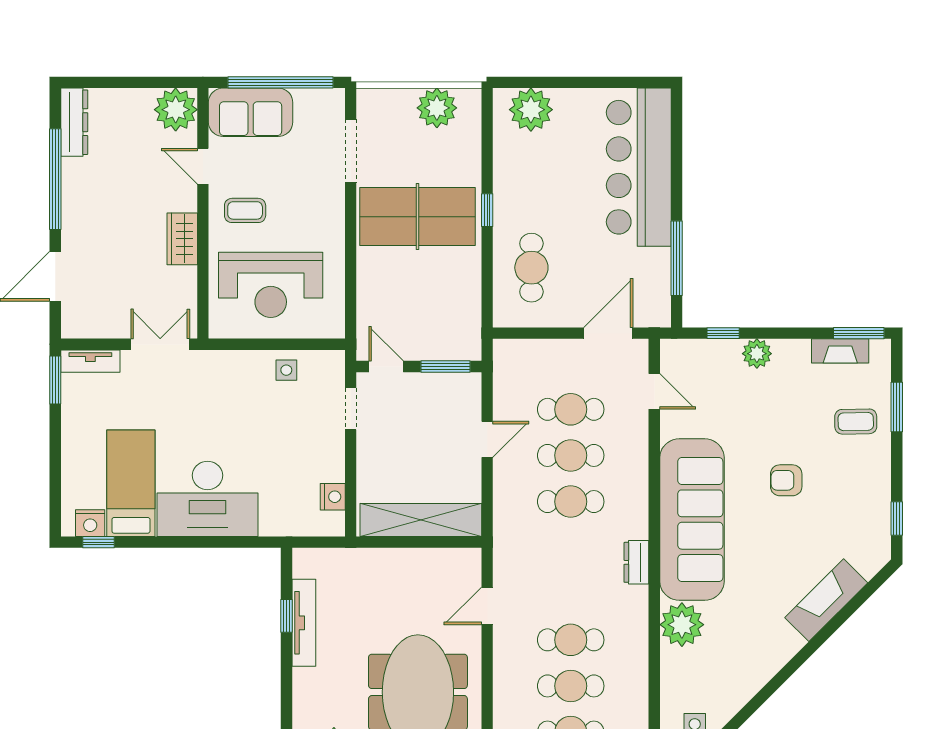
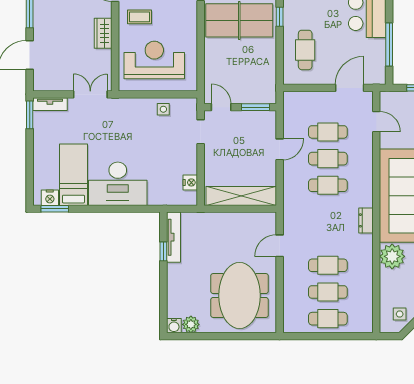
reception desk: (271, 285) -> (154, 60), turned 180
window: (99, 542) -> (55, 209), width x1.50
tv unit: (304, 623) -> (174, 237), moved

